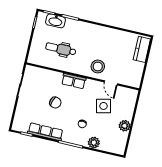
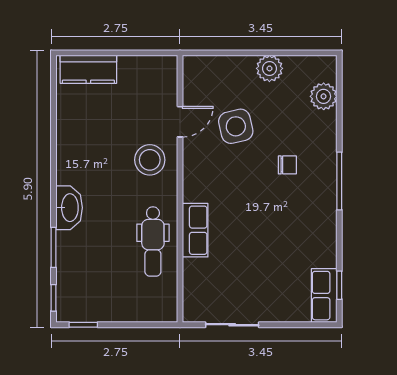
washbasin: (55, 21) -> (69, 208), moved
dental chair: (61, 49) -> (153, 241), moved
row of seats: (74, 81) -> (195, 230), moved
chair: (55, 103) -> (253, 237), removed
row of seats: (45, 132) -> (324, 296), moved, width x0.68
plant: (94, 143) -> (324, 96), moved

